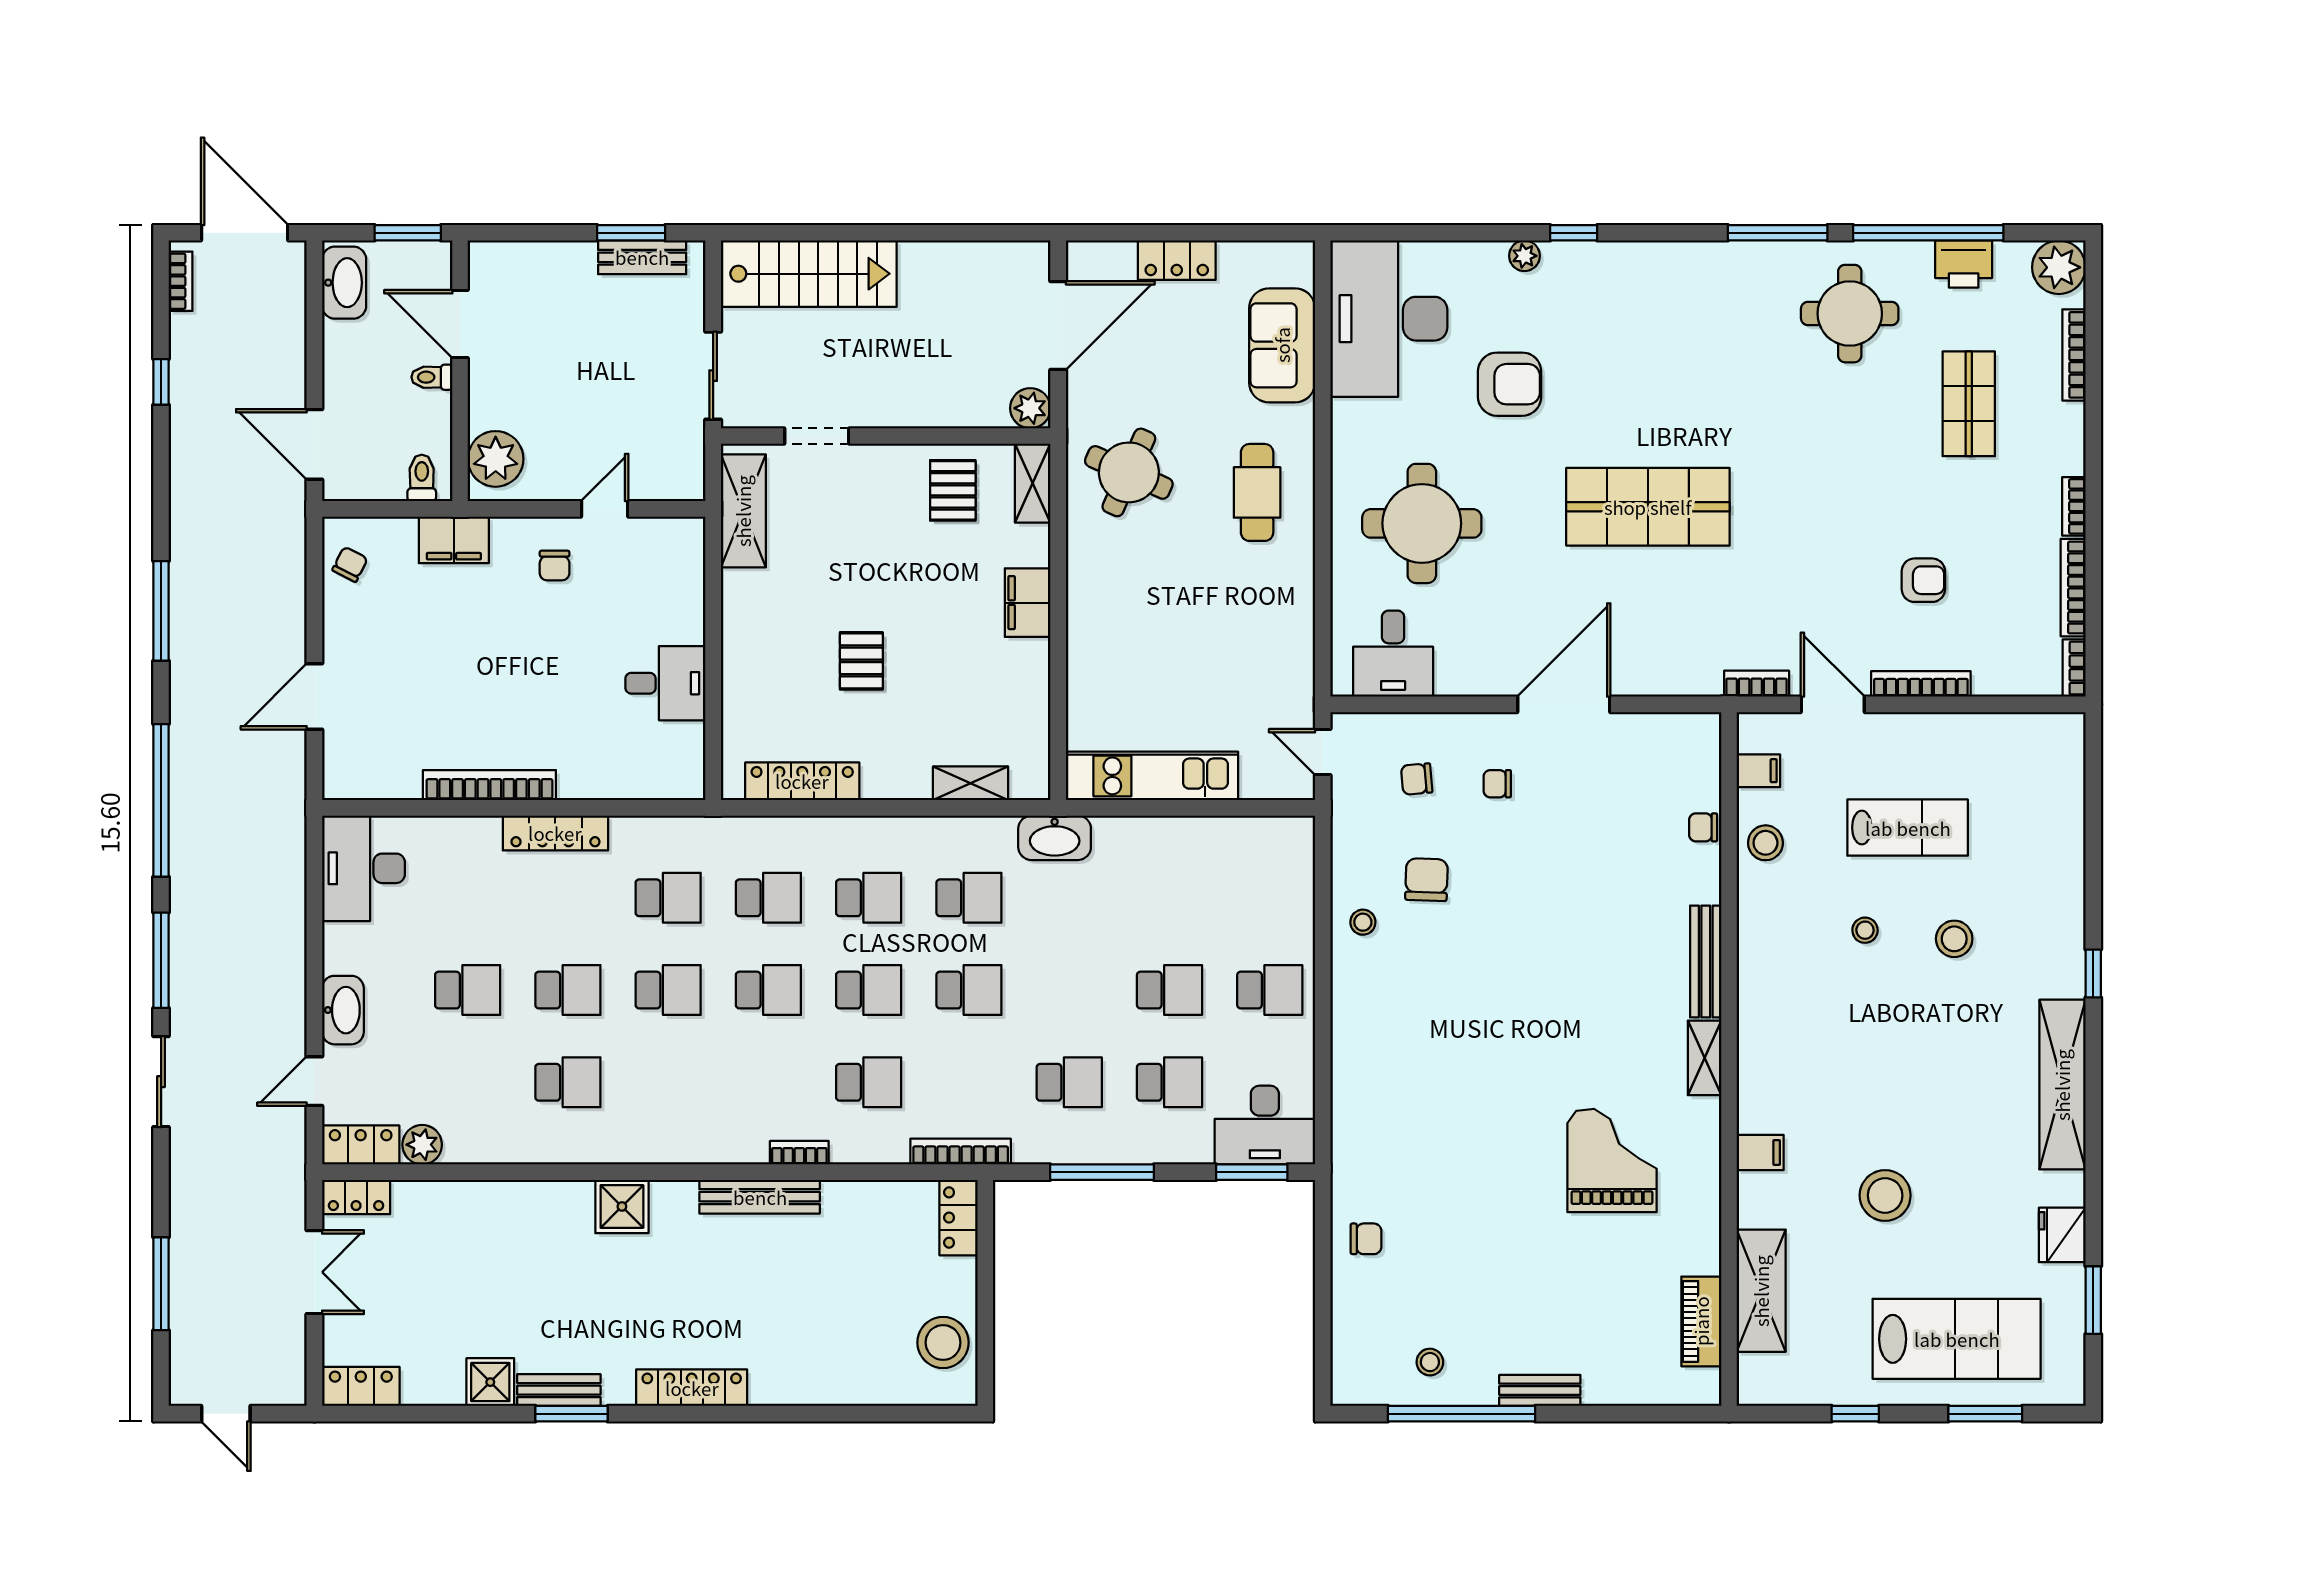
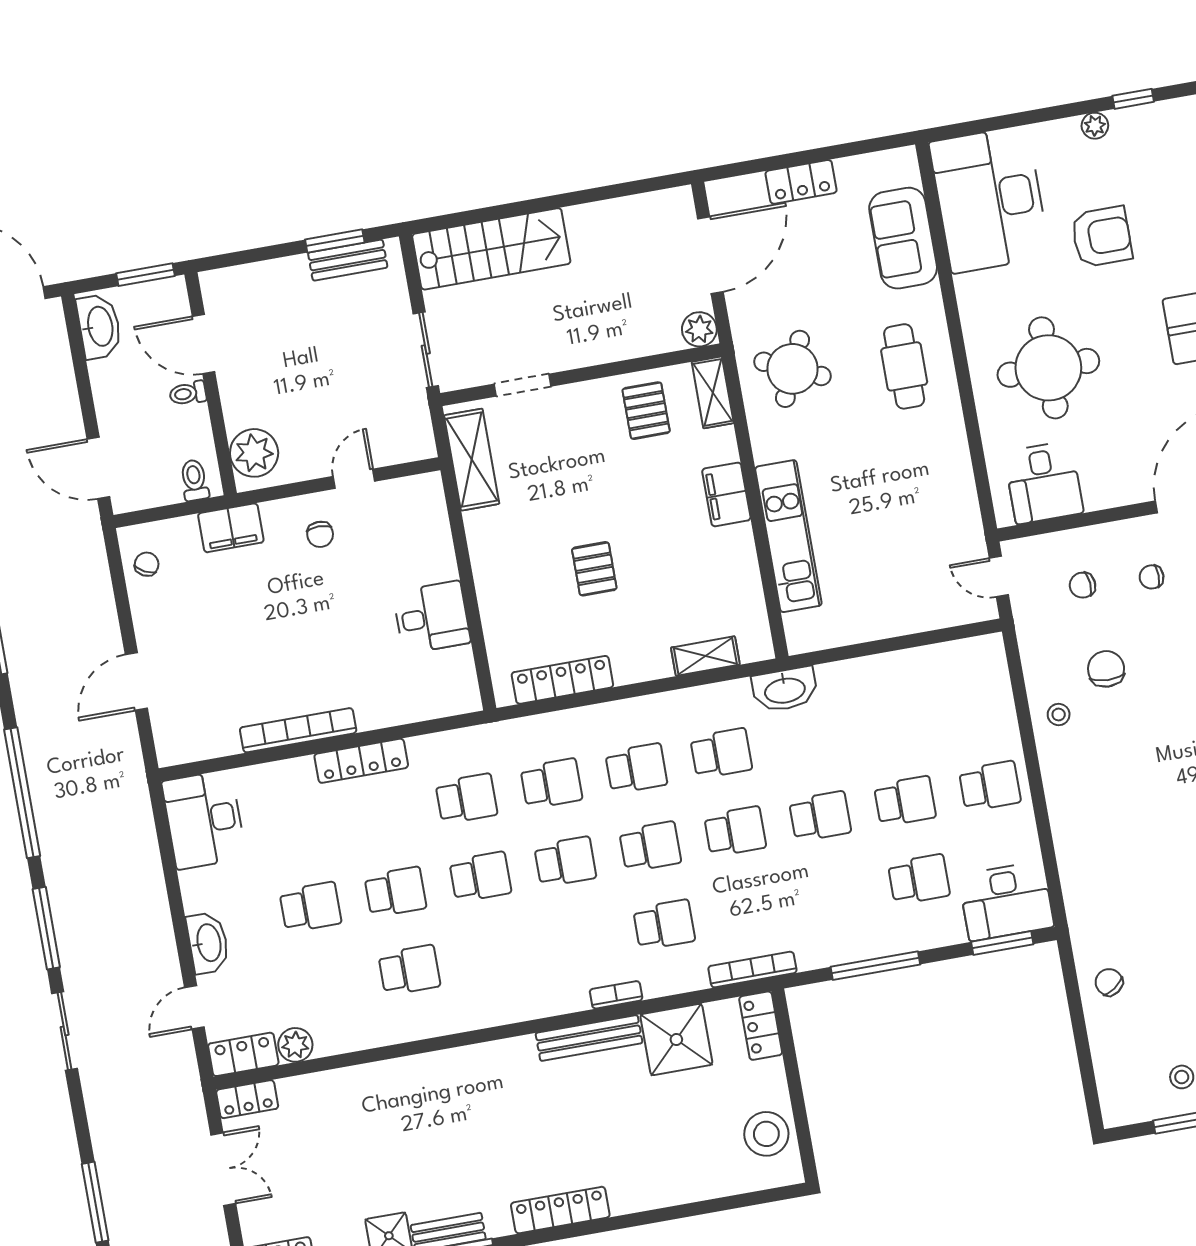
kitchen unit: (1152, 776) -> (788, 536), moved, turned 90
school desk: (1069, 1082) -> (820, 816), moved
shower: (622, 1206) -> (676, 1040), moved, width x1.36, depth x1.36
chair: (1366, 1239) -> (1109, 982), turned -125

